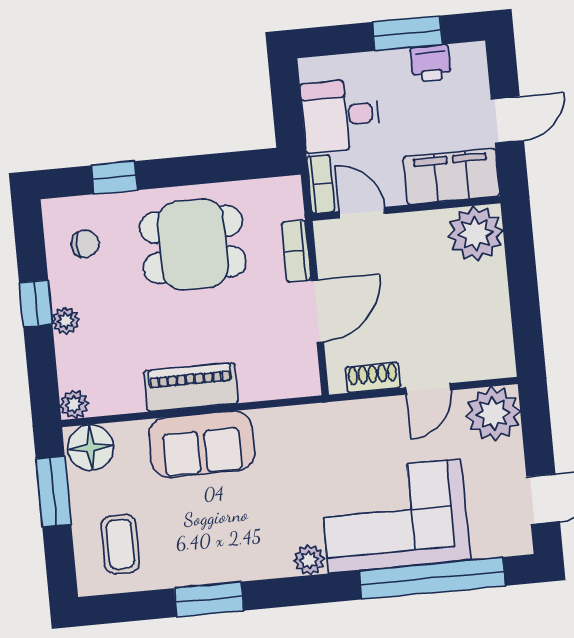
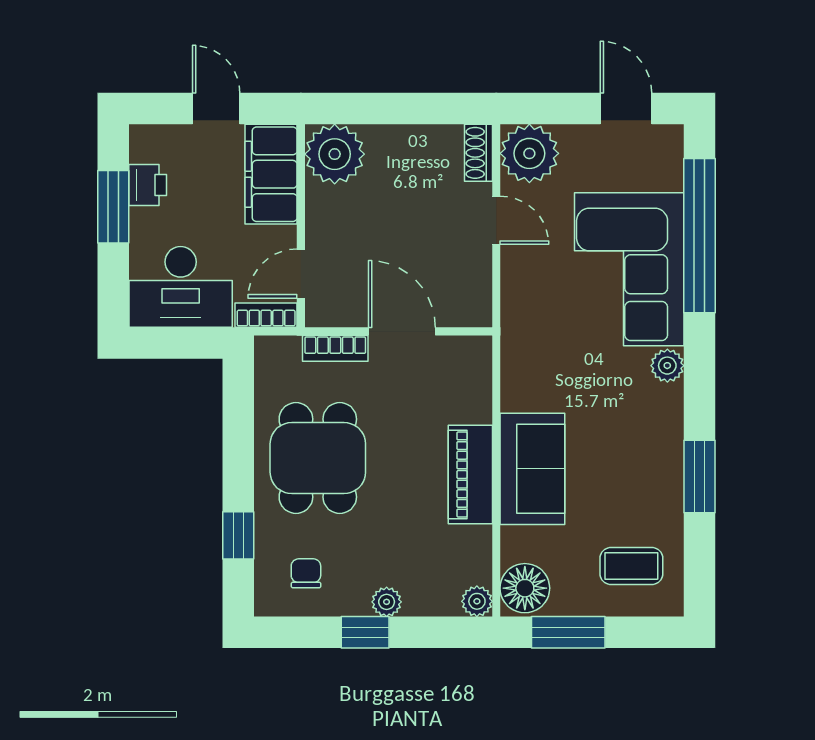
desk: (340, 115) -> (181, 287), width x1.37
shoe rack: (373, 377) -> (478, 153), moved

